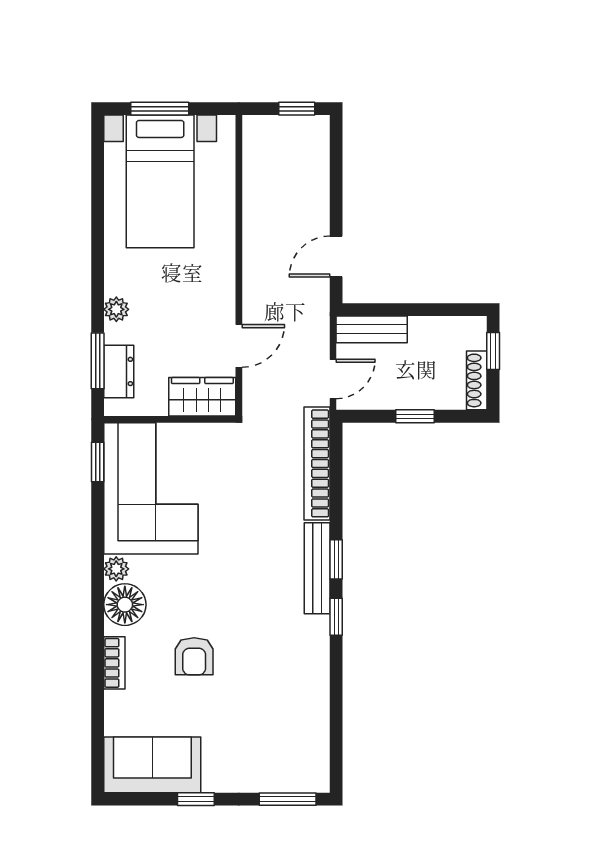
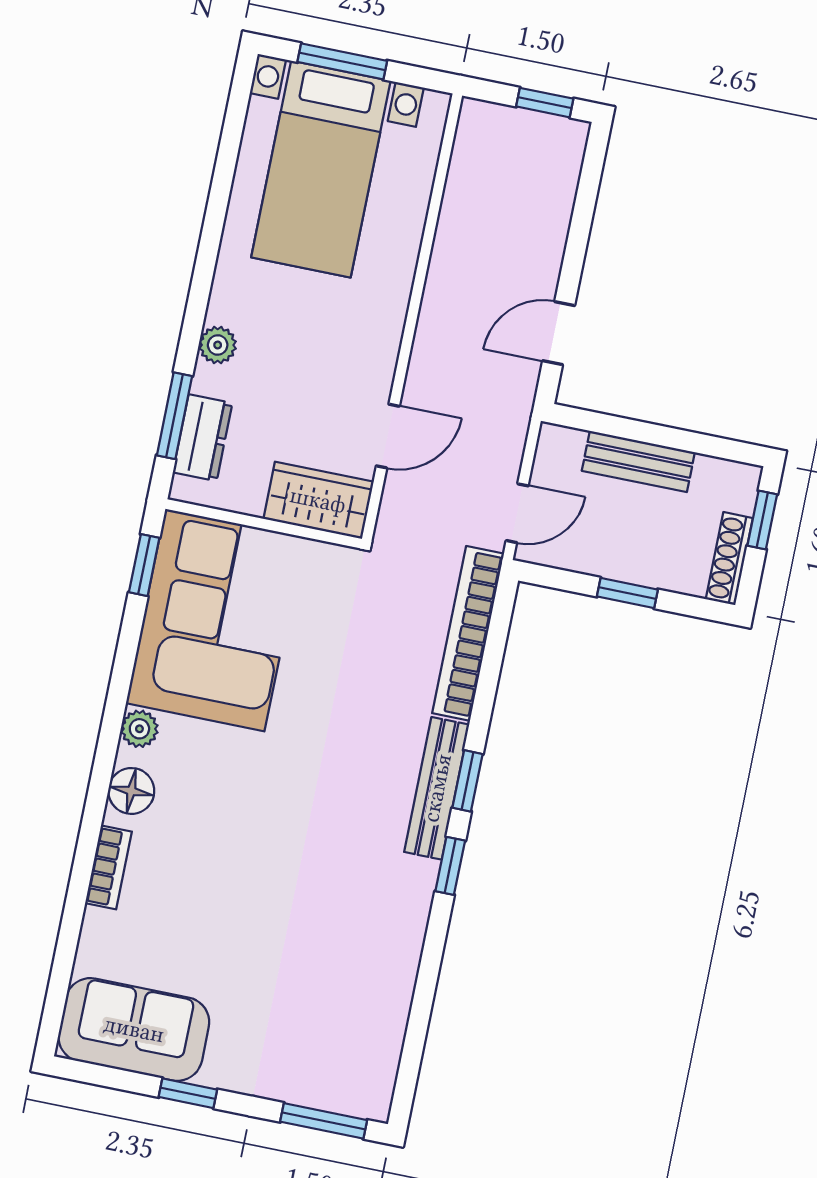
bench: (372, 329) -> (638, 461), moved
floor lamp: (125, 605) -> (131, 791), width x0.73, depth x0.73
armchair: (194, 656) -> (228, 882), removed

